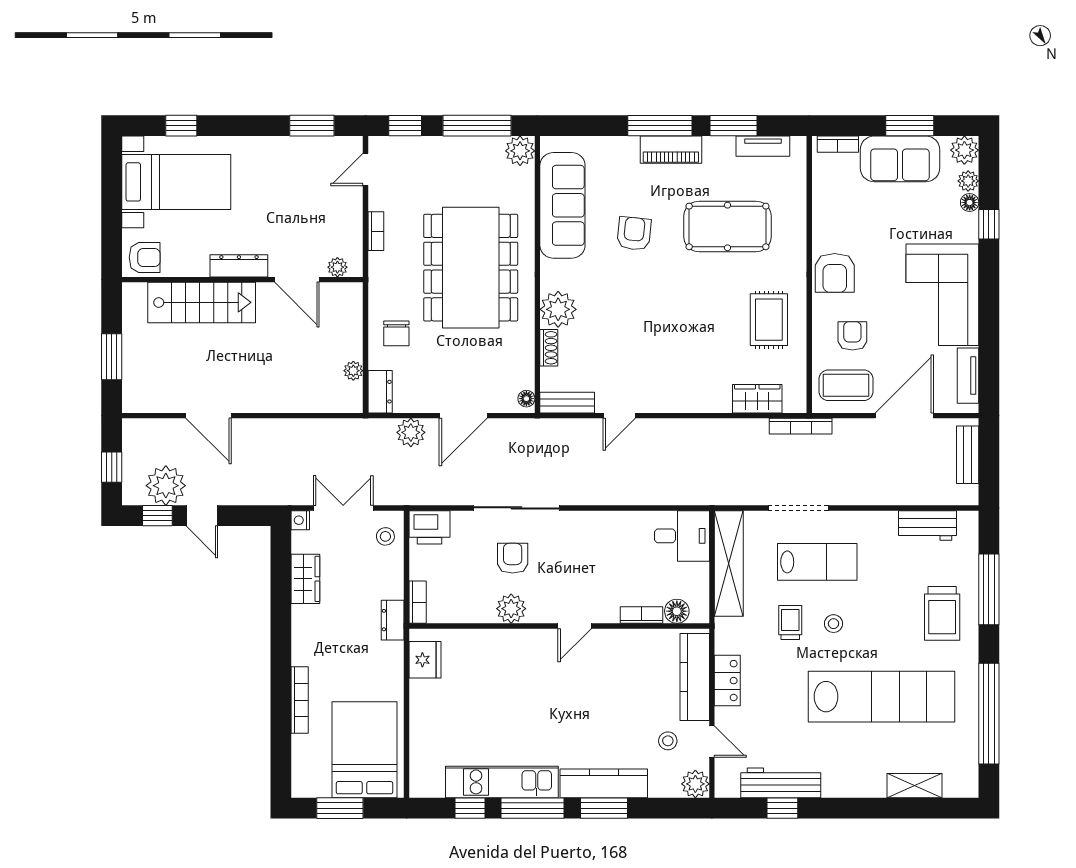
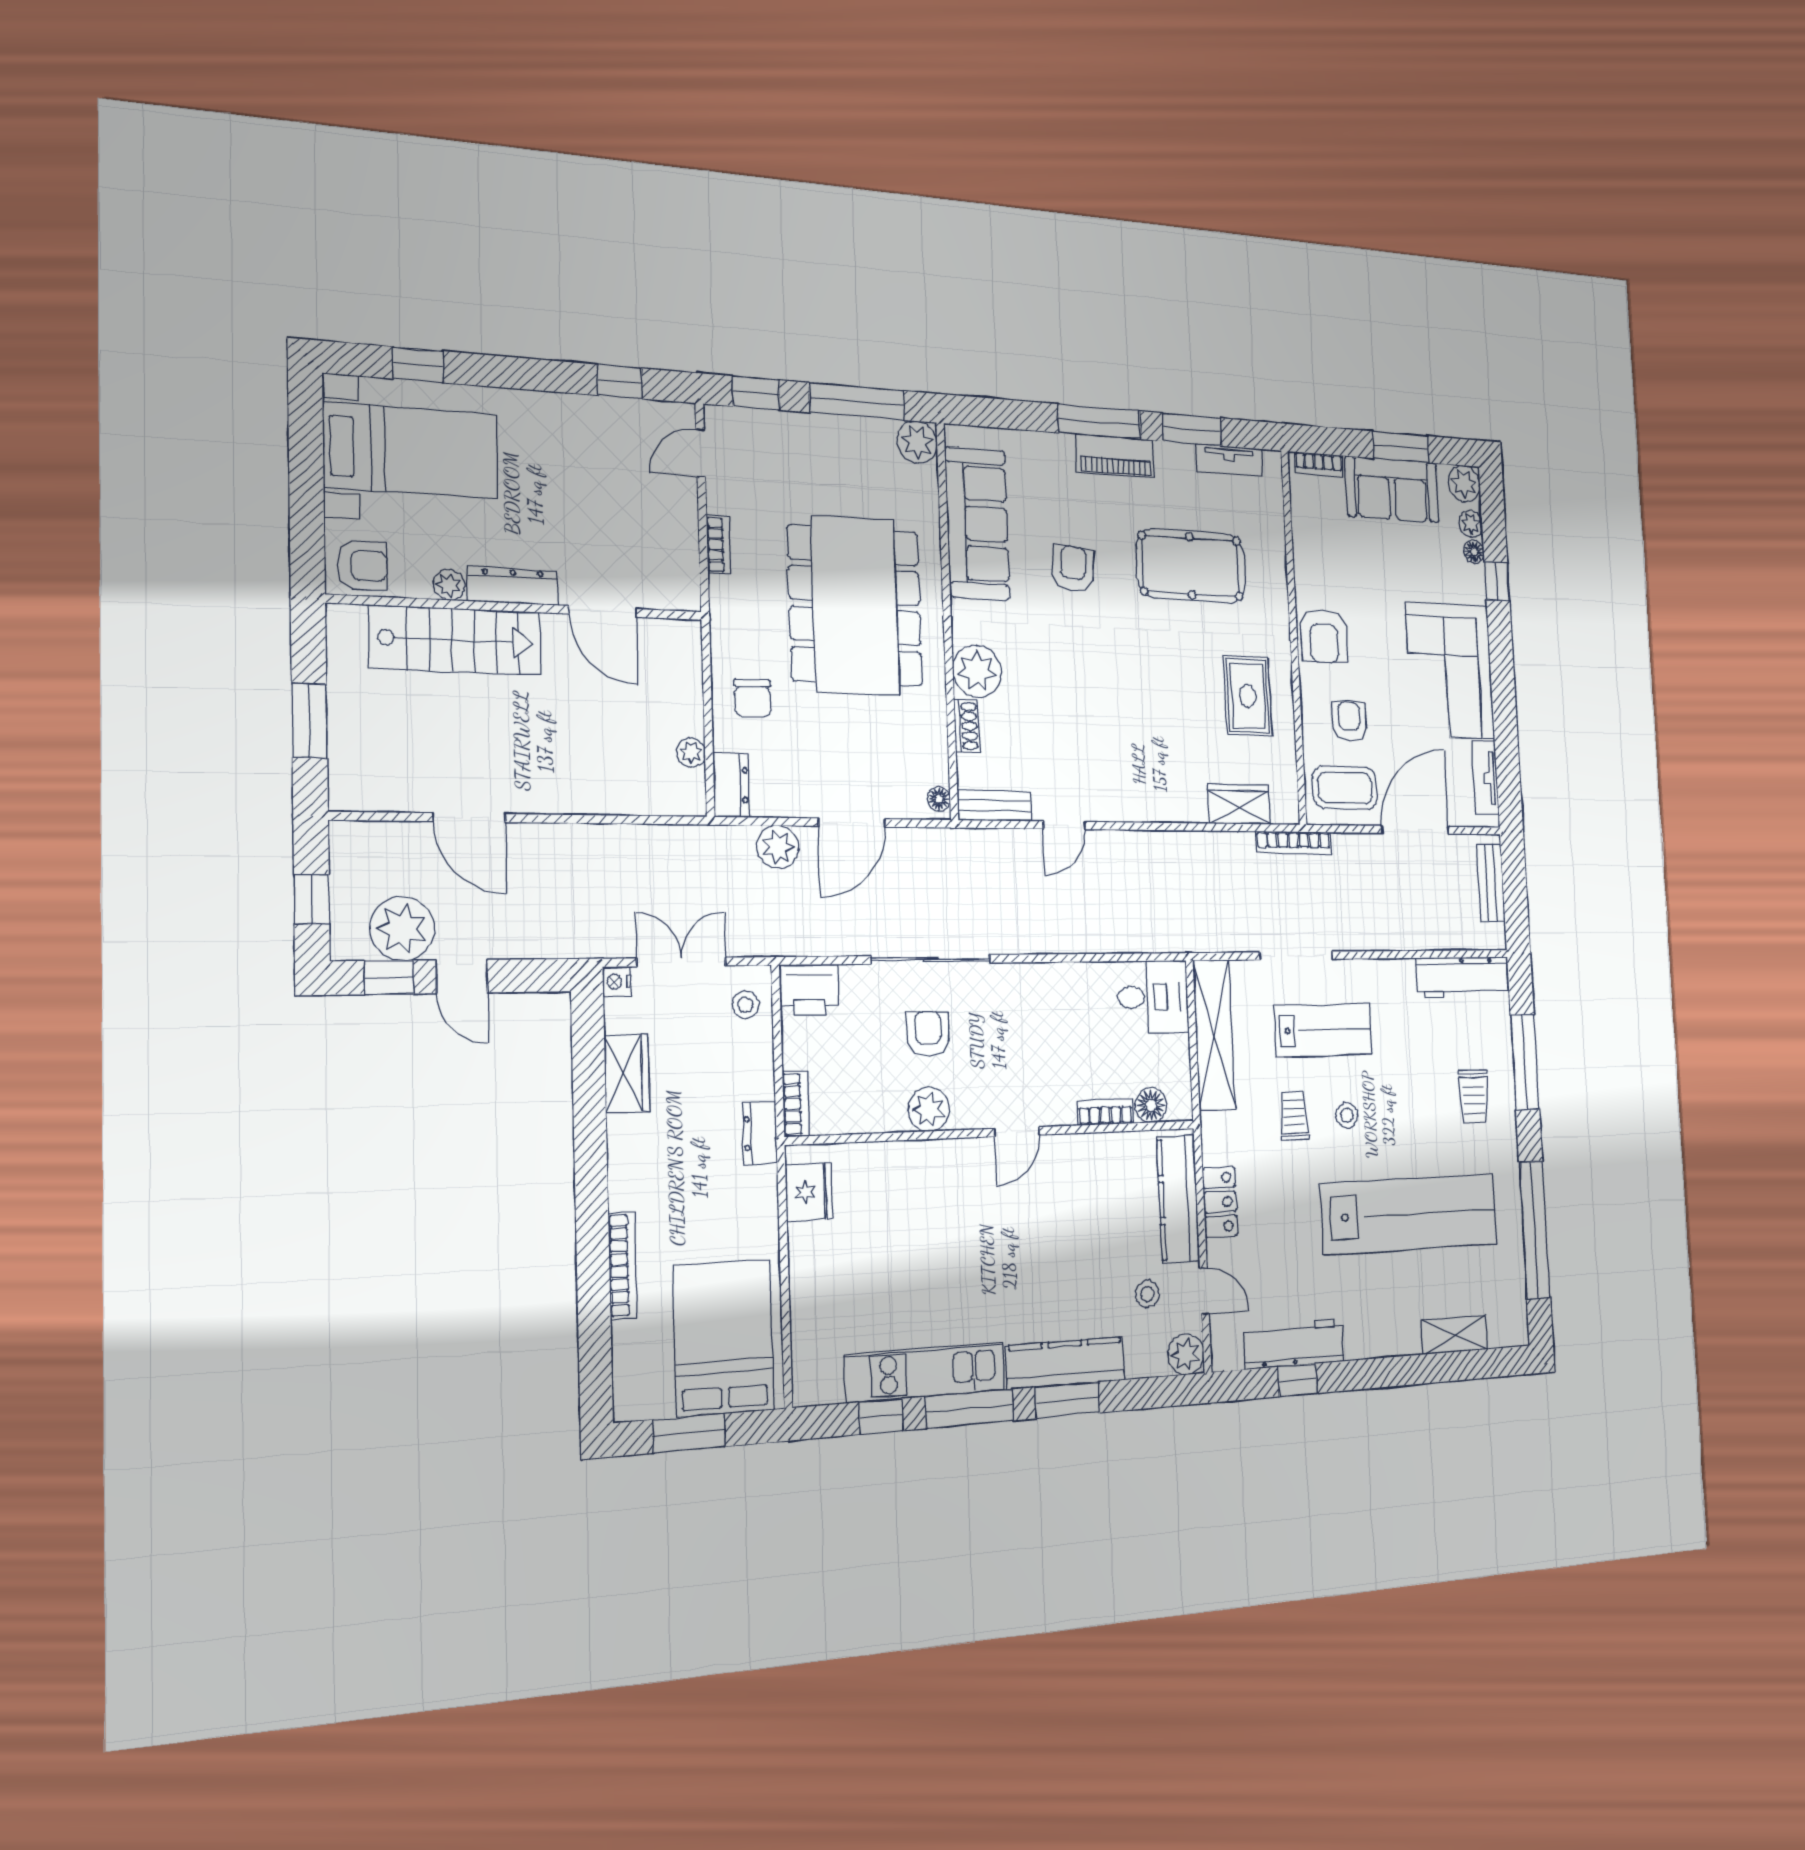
window: (312, 126) -> (620, 382), width x0.67
plant: (337, 267) -> (449, 585), moved
workbench: (927, 525) -> (1463, 977), width x1.38
trolley: (942, 613) -> (1474, 1096), width x0.73, depth x0.72

